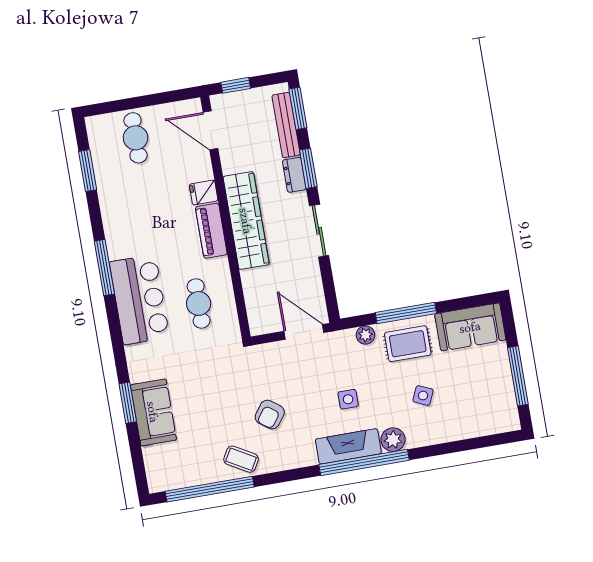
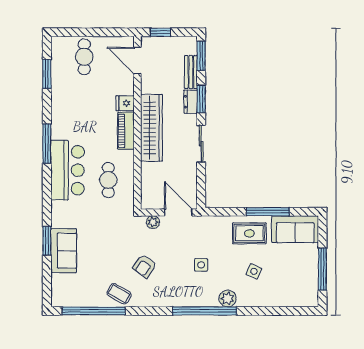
bench: (286, 125) -> (191, 72), width x0.73
window: (406, 313) -> (268, 212), moved
plant: (365, 335) -> (153, 222), moved
fireplace: (348, 446) -> (196, 298), removed

